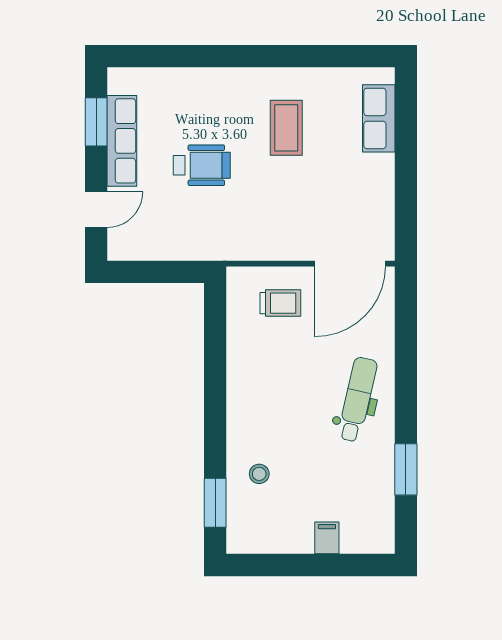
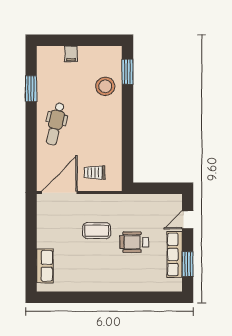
coffee table: (286, 128) -> (97, 231), moved, turned 90
stool: (259, 474) -> (105, 86), width x1.89, depth x1.89

